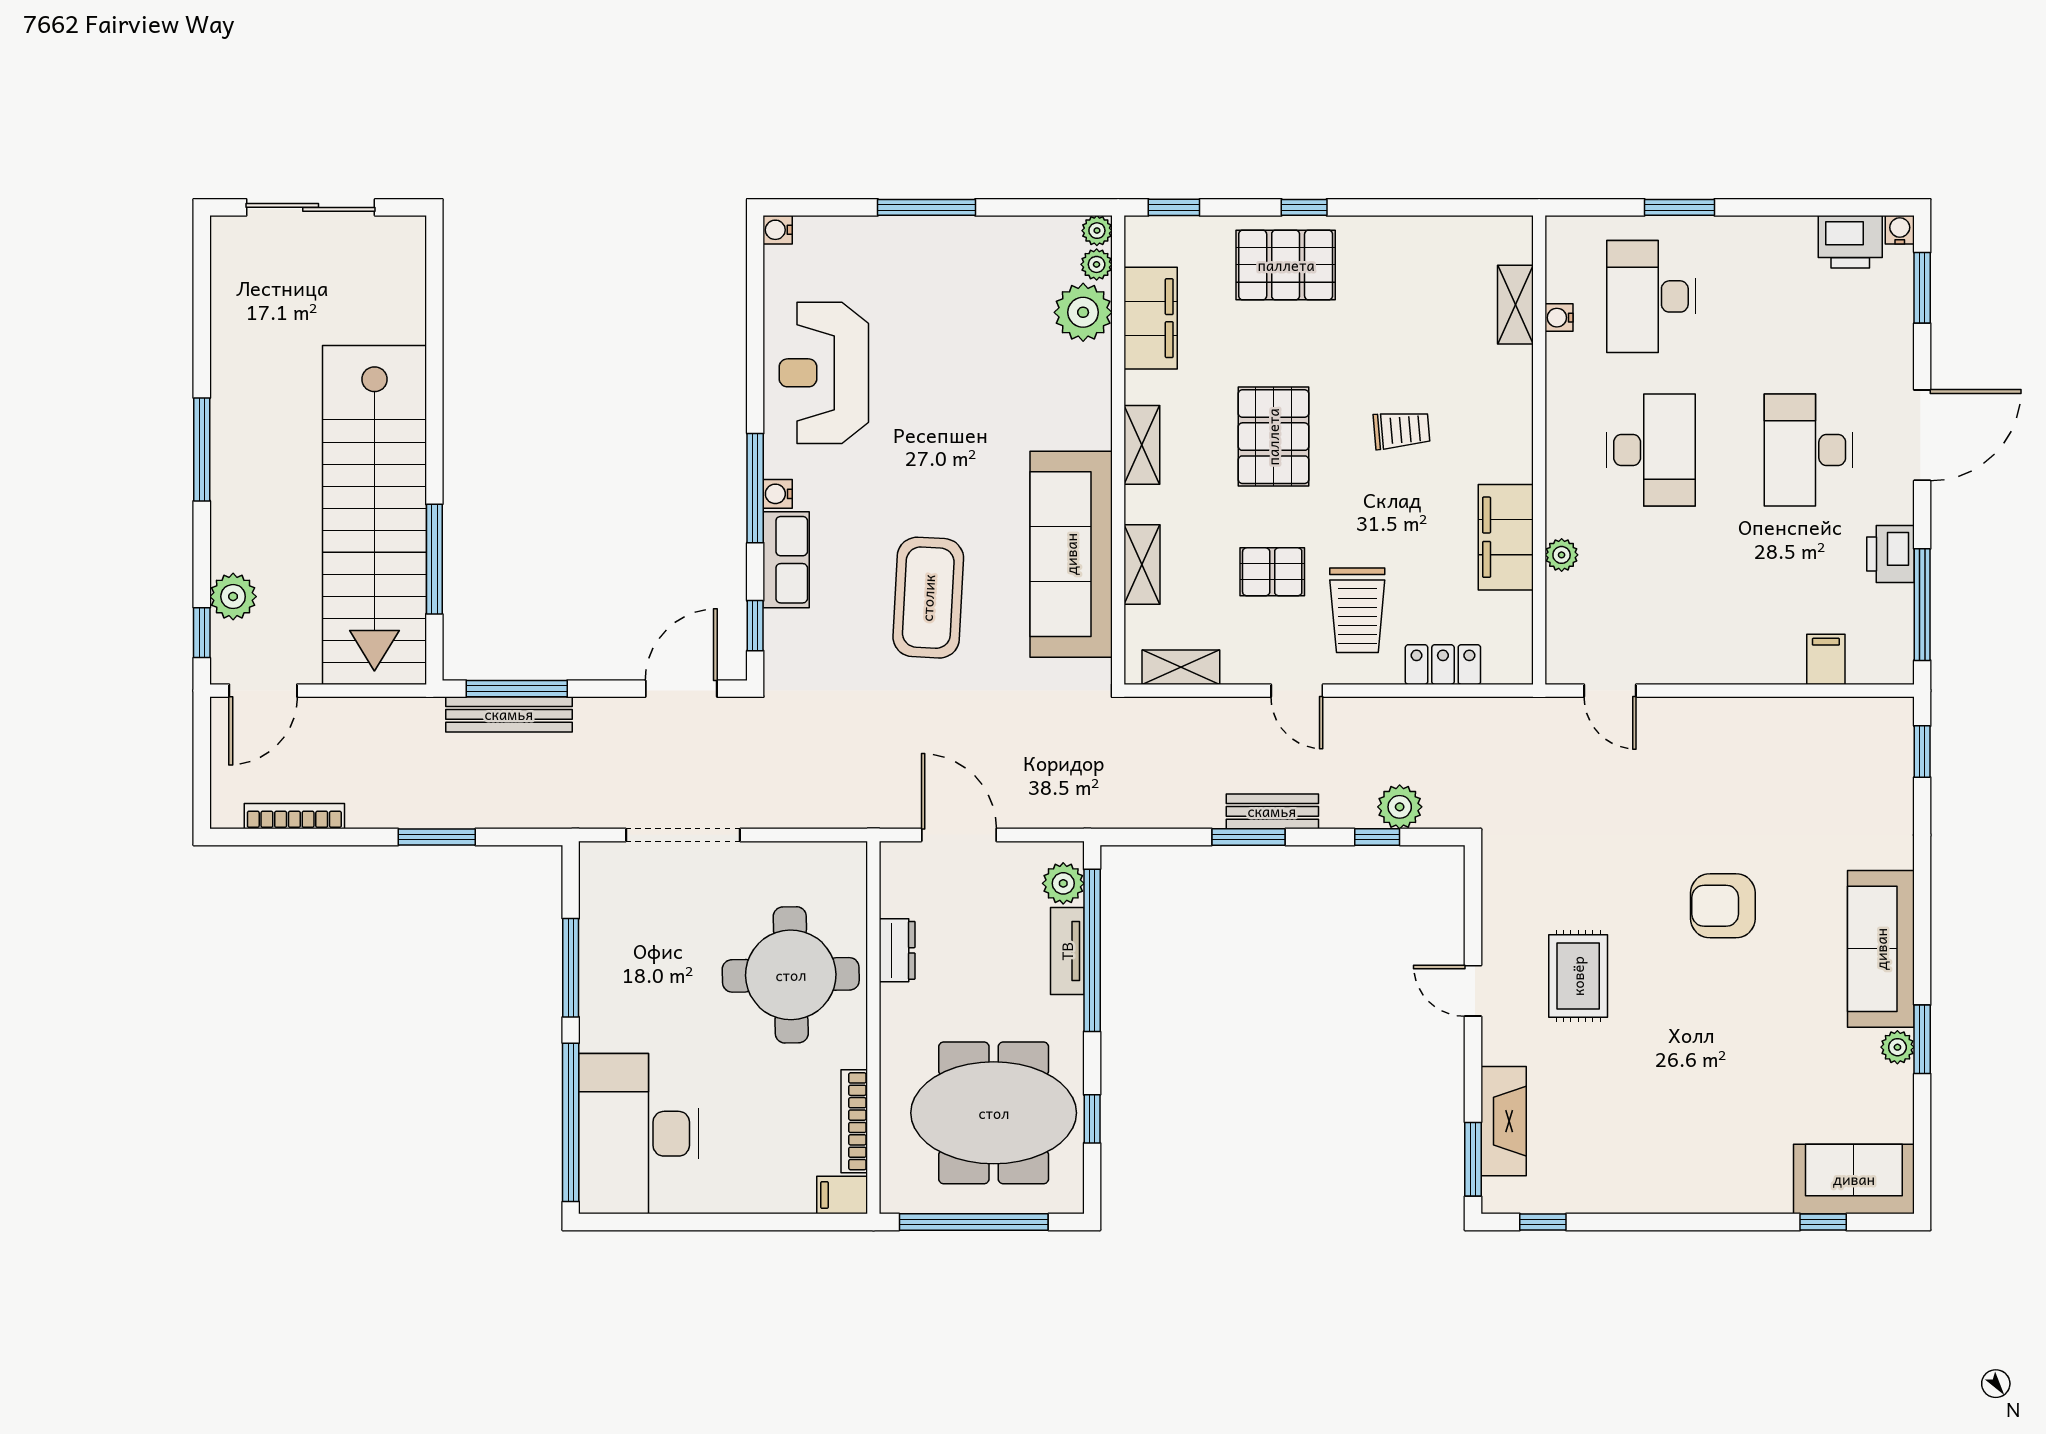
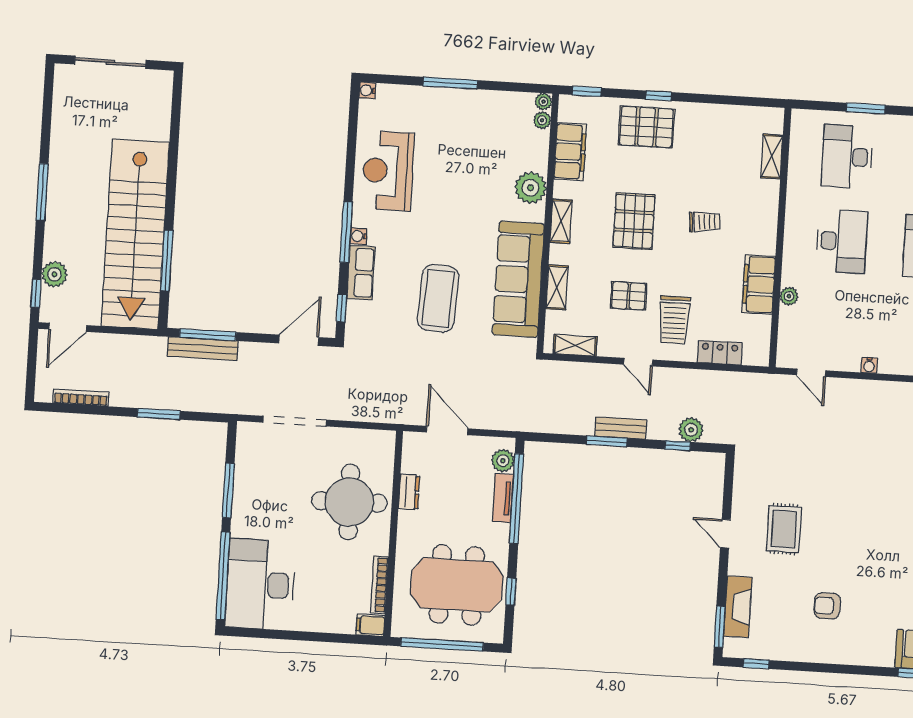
plant: (1083, 312) -> (531, 188), moved
water cooler: (1559, 318) -> (869, 365), moved, turned -90
armchair: (1723, 906) -> (827, 606), moved, width x0.72, depth x0.72

